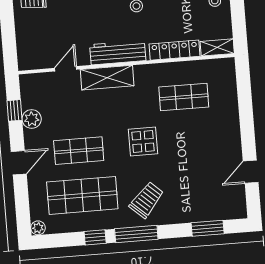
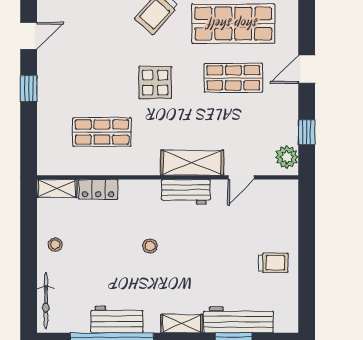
locker: (174, 50) -> (98, 189), width x0.66
workbench: (118, 53) -> (186, 192), width x0.73
plant: (32, 119) -> (287, 157), moved
window: (247, 128) -> (29, 89), added

